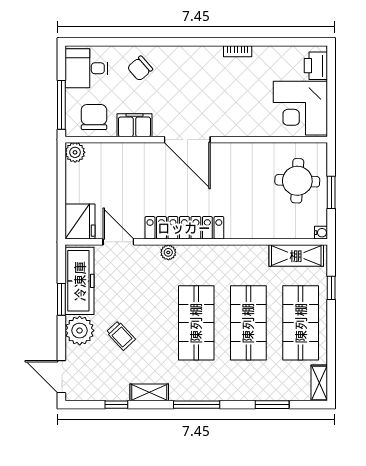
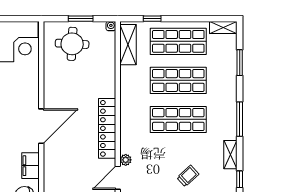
plant: (168, 252) -> (126, 160), moved

